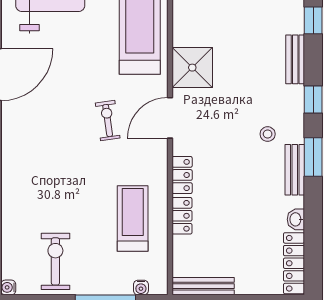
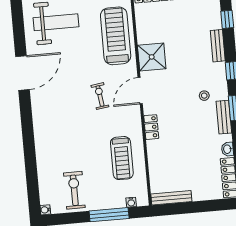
locker: (182, 216) -> (154, 153), removed
treadmill: (133, 219) -> (122, 158), turned 180

